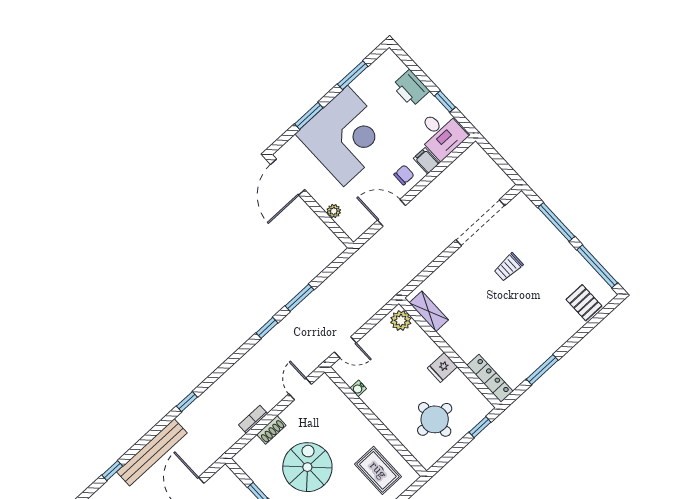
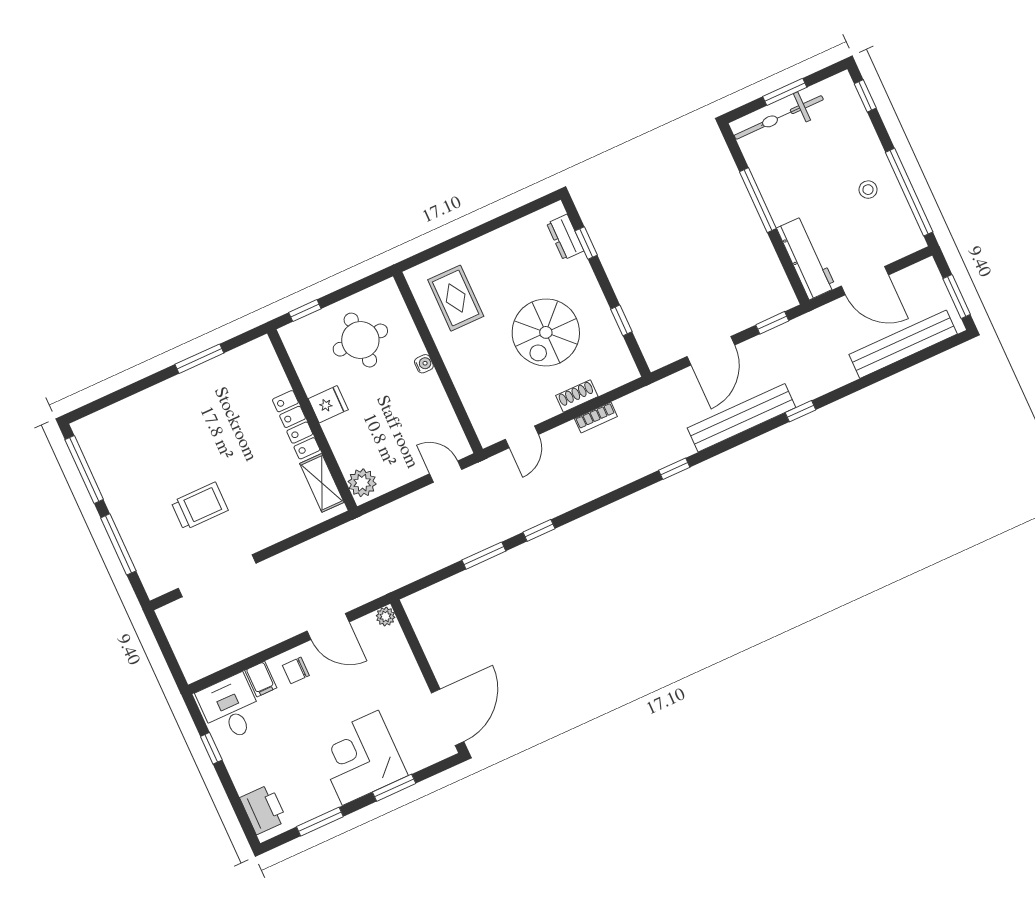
printer: (411, 88) -> (263, 809), moved
corner desk: (346, 136) -> (360, 758), width x0.74, depth x0.74
plant: (334, 211) -> (386, 616), moved
trolley: (508, 267) -> (200, 506), width x1.36, depth x1.39
pallet: (584, 303) -> (117, 428), removed
locker: (490, 378) -> (296, 425), moved
water cooler: (358, 388) -> (424, 364), moved

